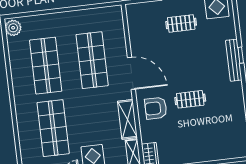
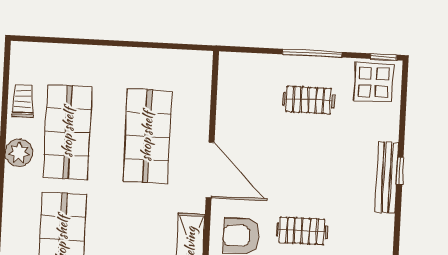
plant: (13, 28) -> (19, 153), moved
trolley: (17, 52) -> (23, 101), added

